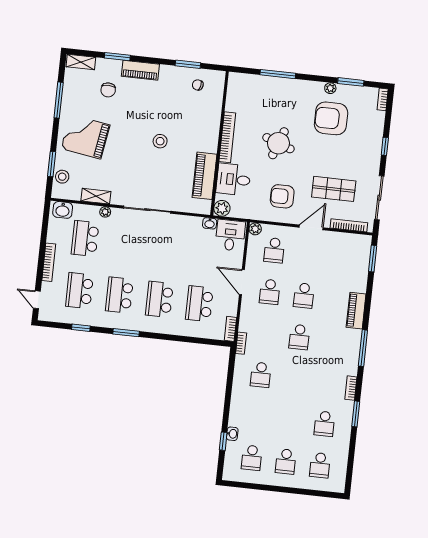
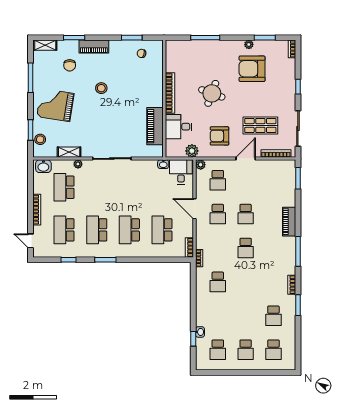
stool: (160, 141) -> (101, 88), moved
plant: (222, 208) -> (192, 151), moved

